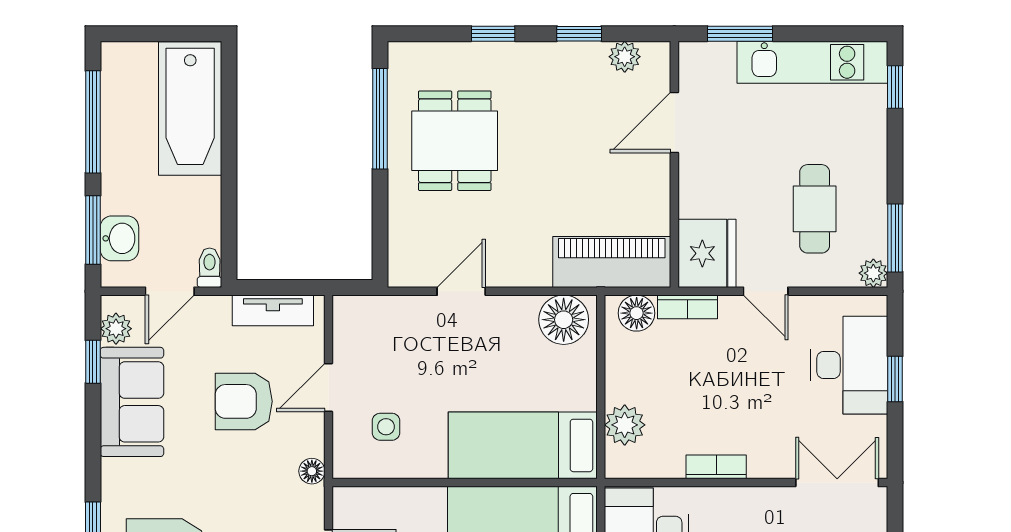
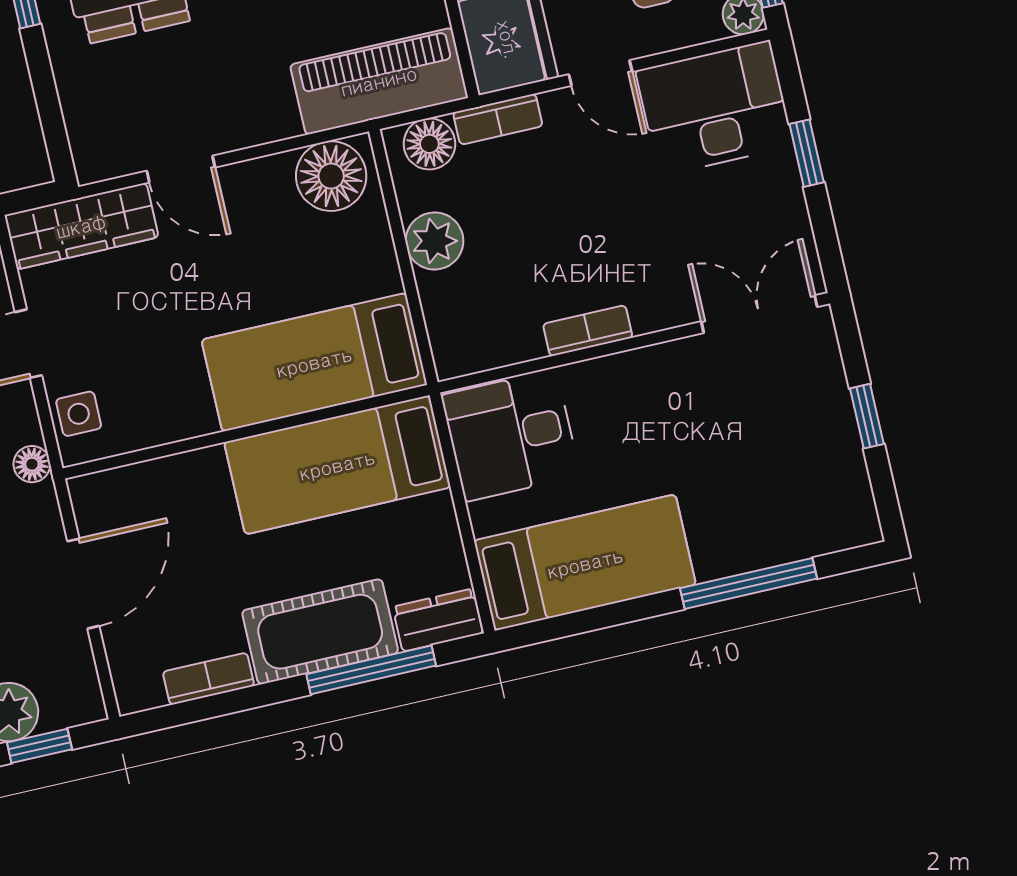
door: (461, 291) -> (181, 169), swing flipped
wardrobe: (384, 315) -> (81, 226), added
desk: (849, 365) -> (715, 108), moved, turned -90
plant: (625, 425) -> (435, 241), moved
side table: (386, 427) -> (79, 414), moved

